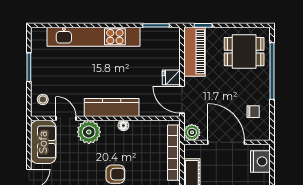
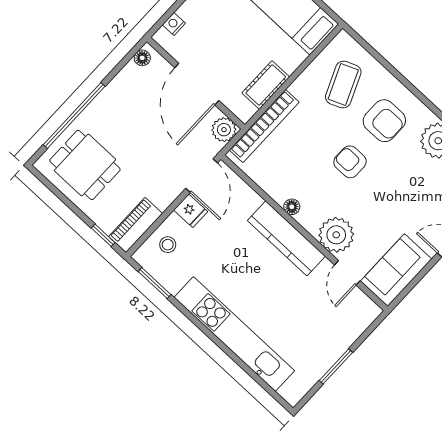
piano: (194, 52) -> (136, 225), width x0.73, depth x0.75
stool: (43, 99) -> (168, 245), moved
chair: (253, 112) -> (136, 90), removed
floor lamp: (265, 130) -> (142, 58), added
nightstand: (260, 161) -> (174, 24), width x0.53, depth x0.56

